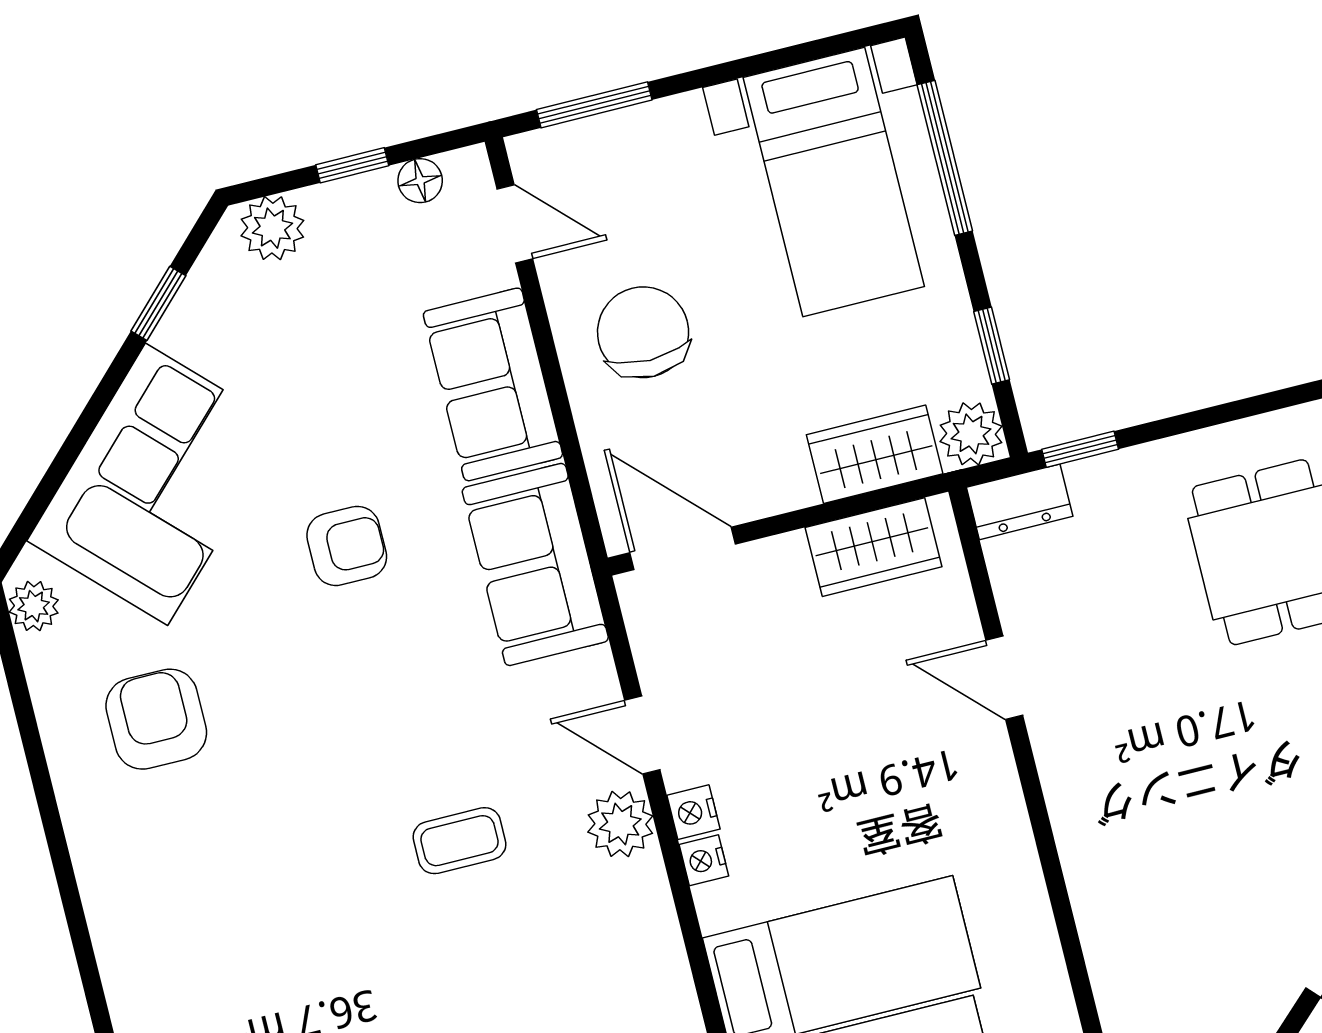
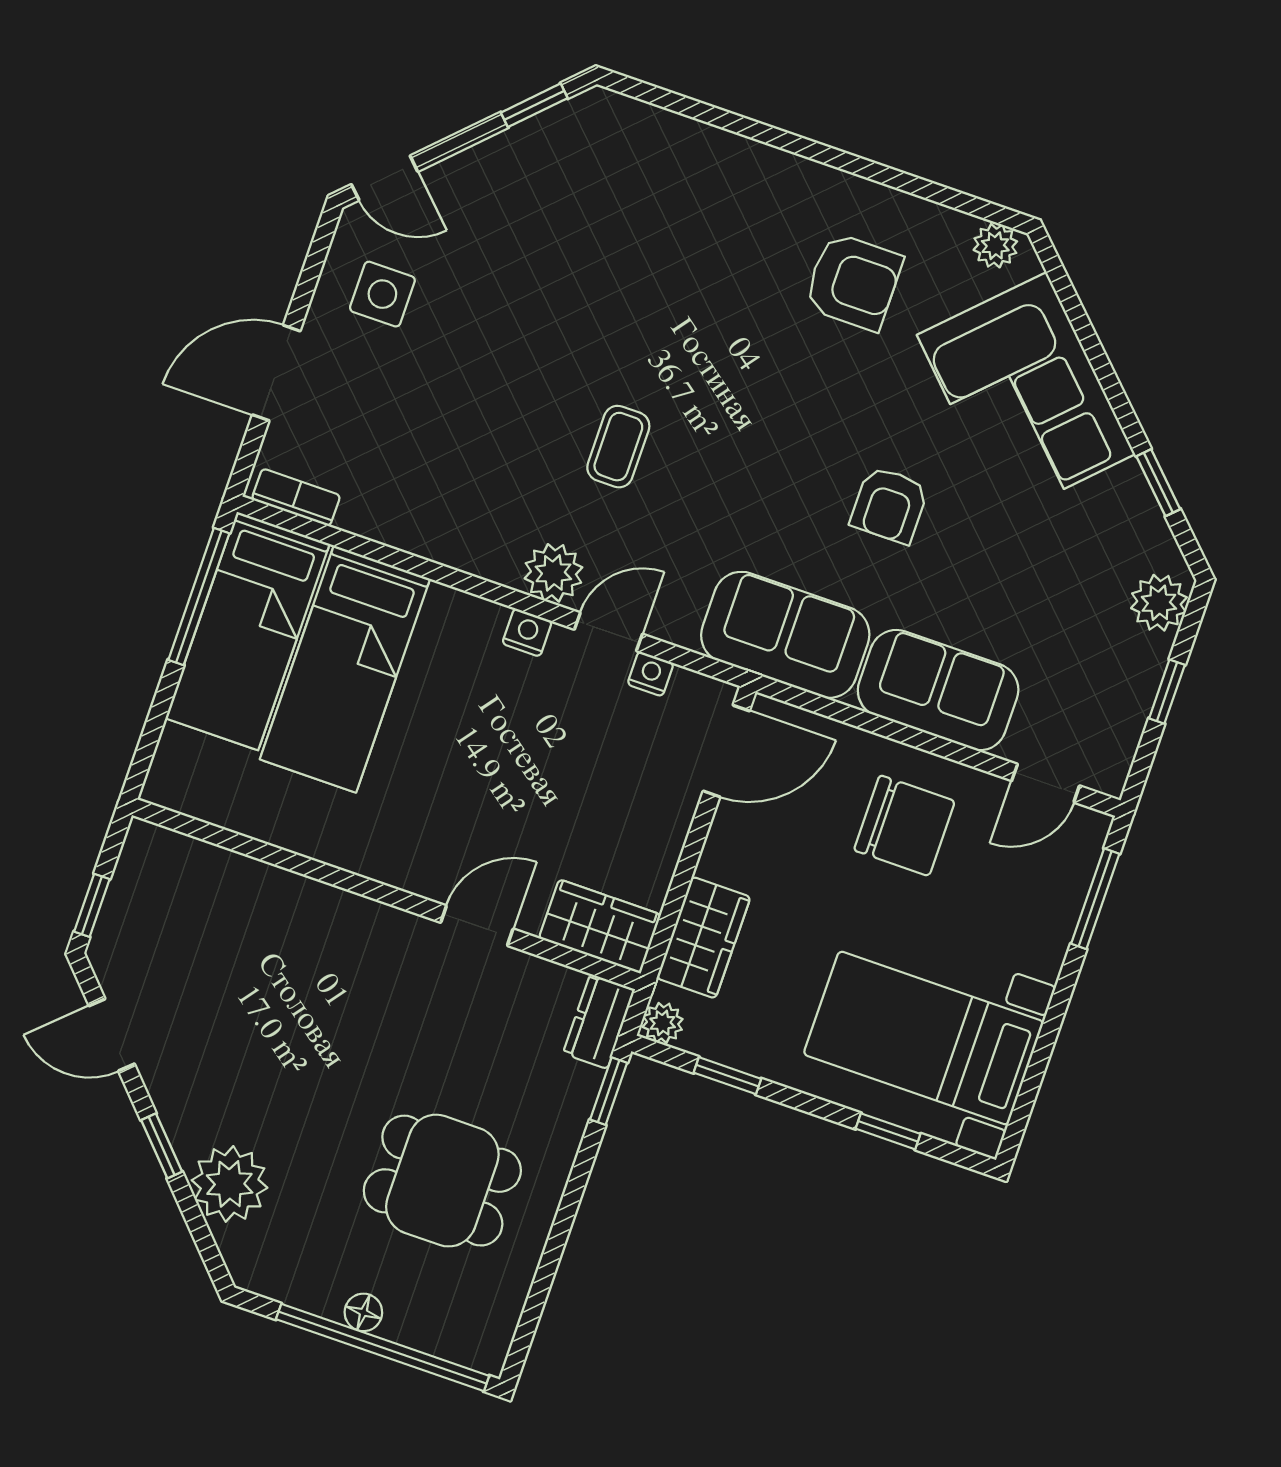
window: (945, 158) -> (888, 1131), width x0.46
floor lamp: (420, 181) -> (1123, 734), removed
plant: (971, 434) -> (663, 1023), width x0.73, depth x0.73
wardrobe: (873, 547) -> (600, 926), moved, turned 90
nightstand: (704, 860) -> (650, 674), moved

